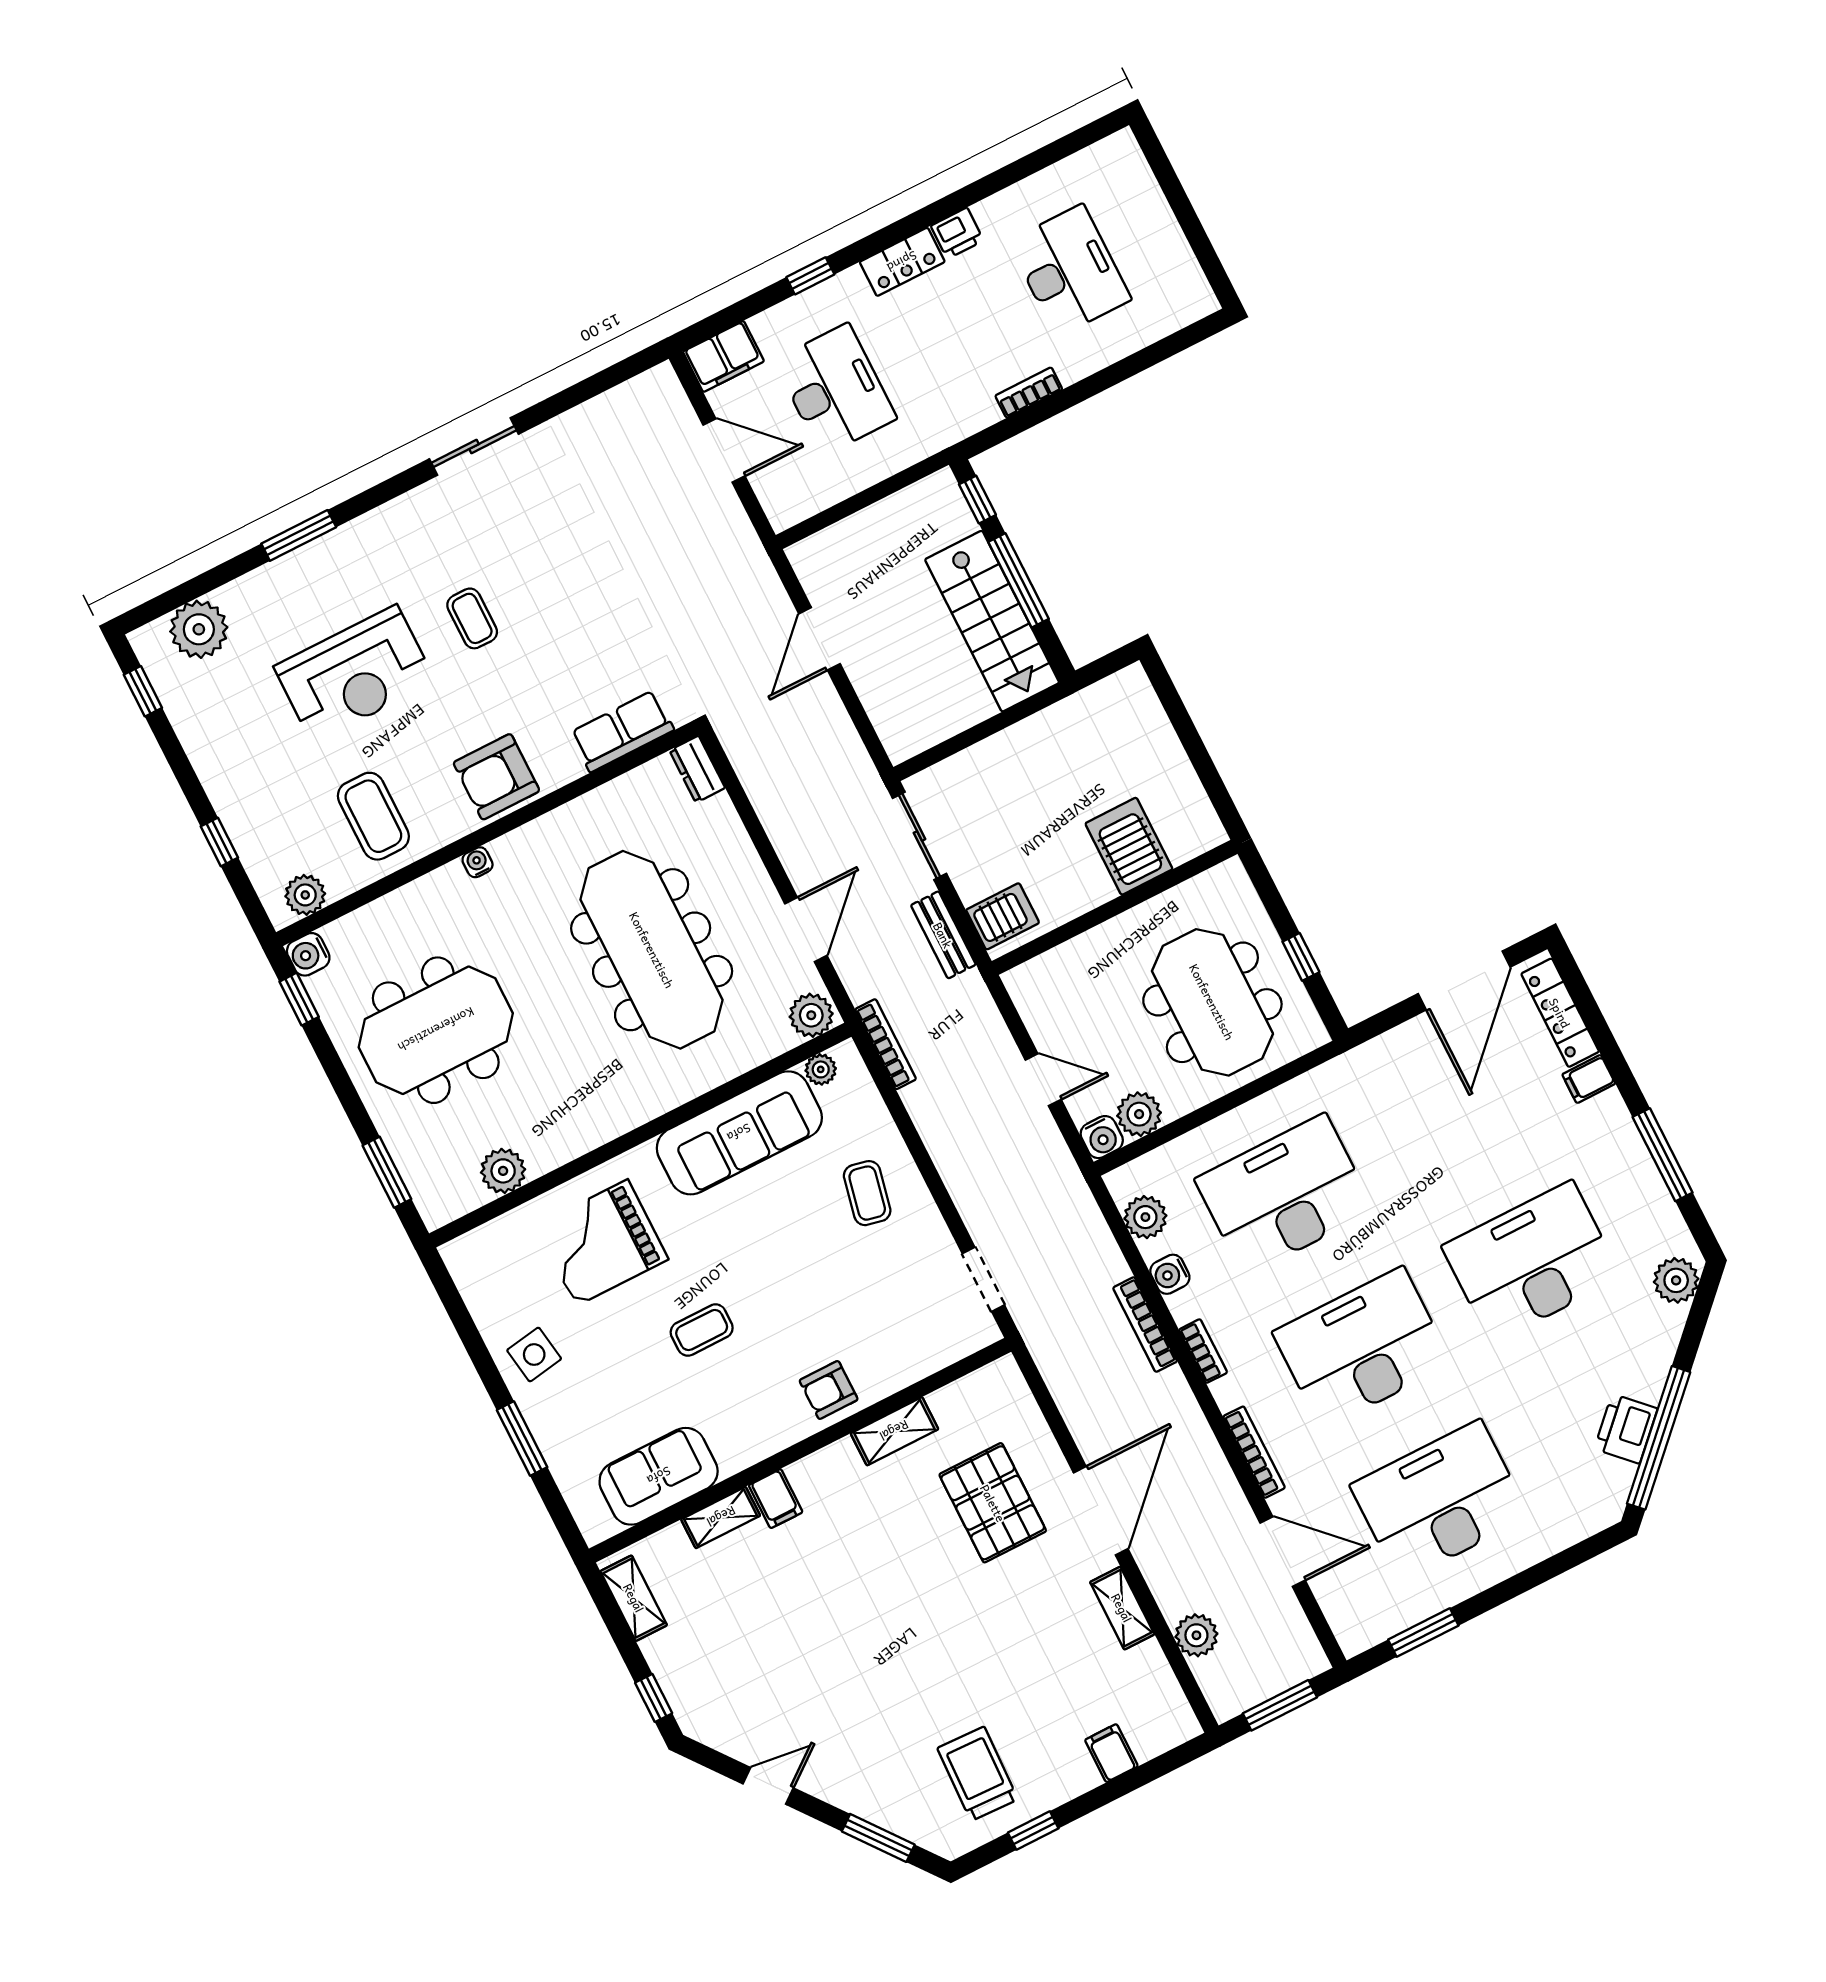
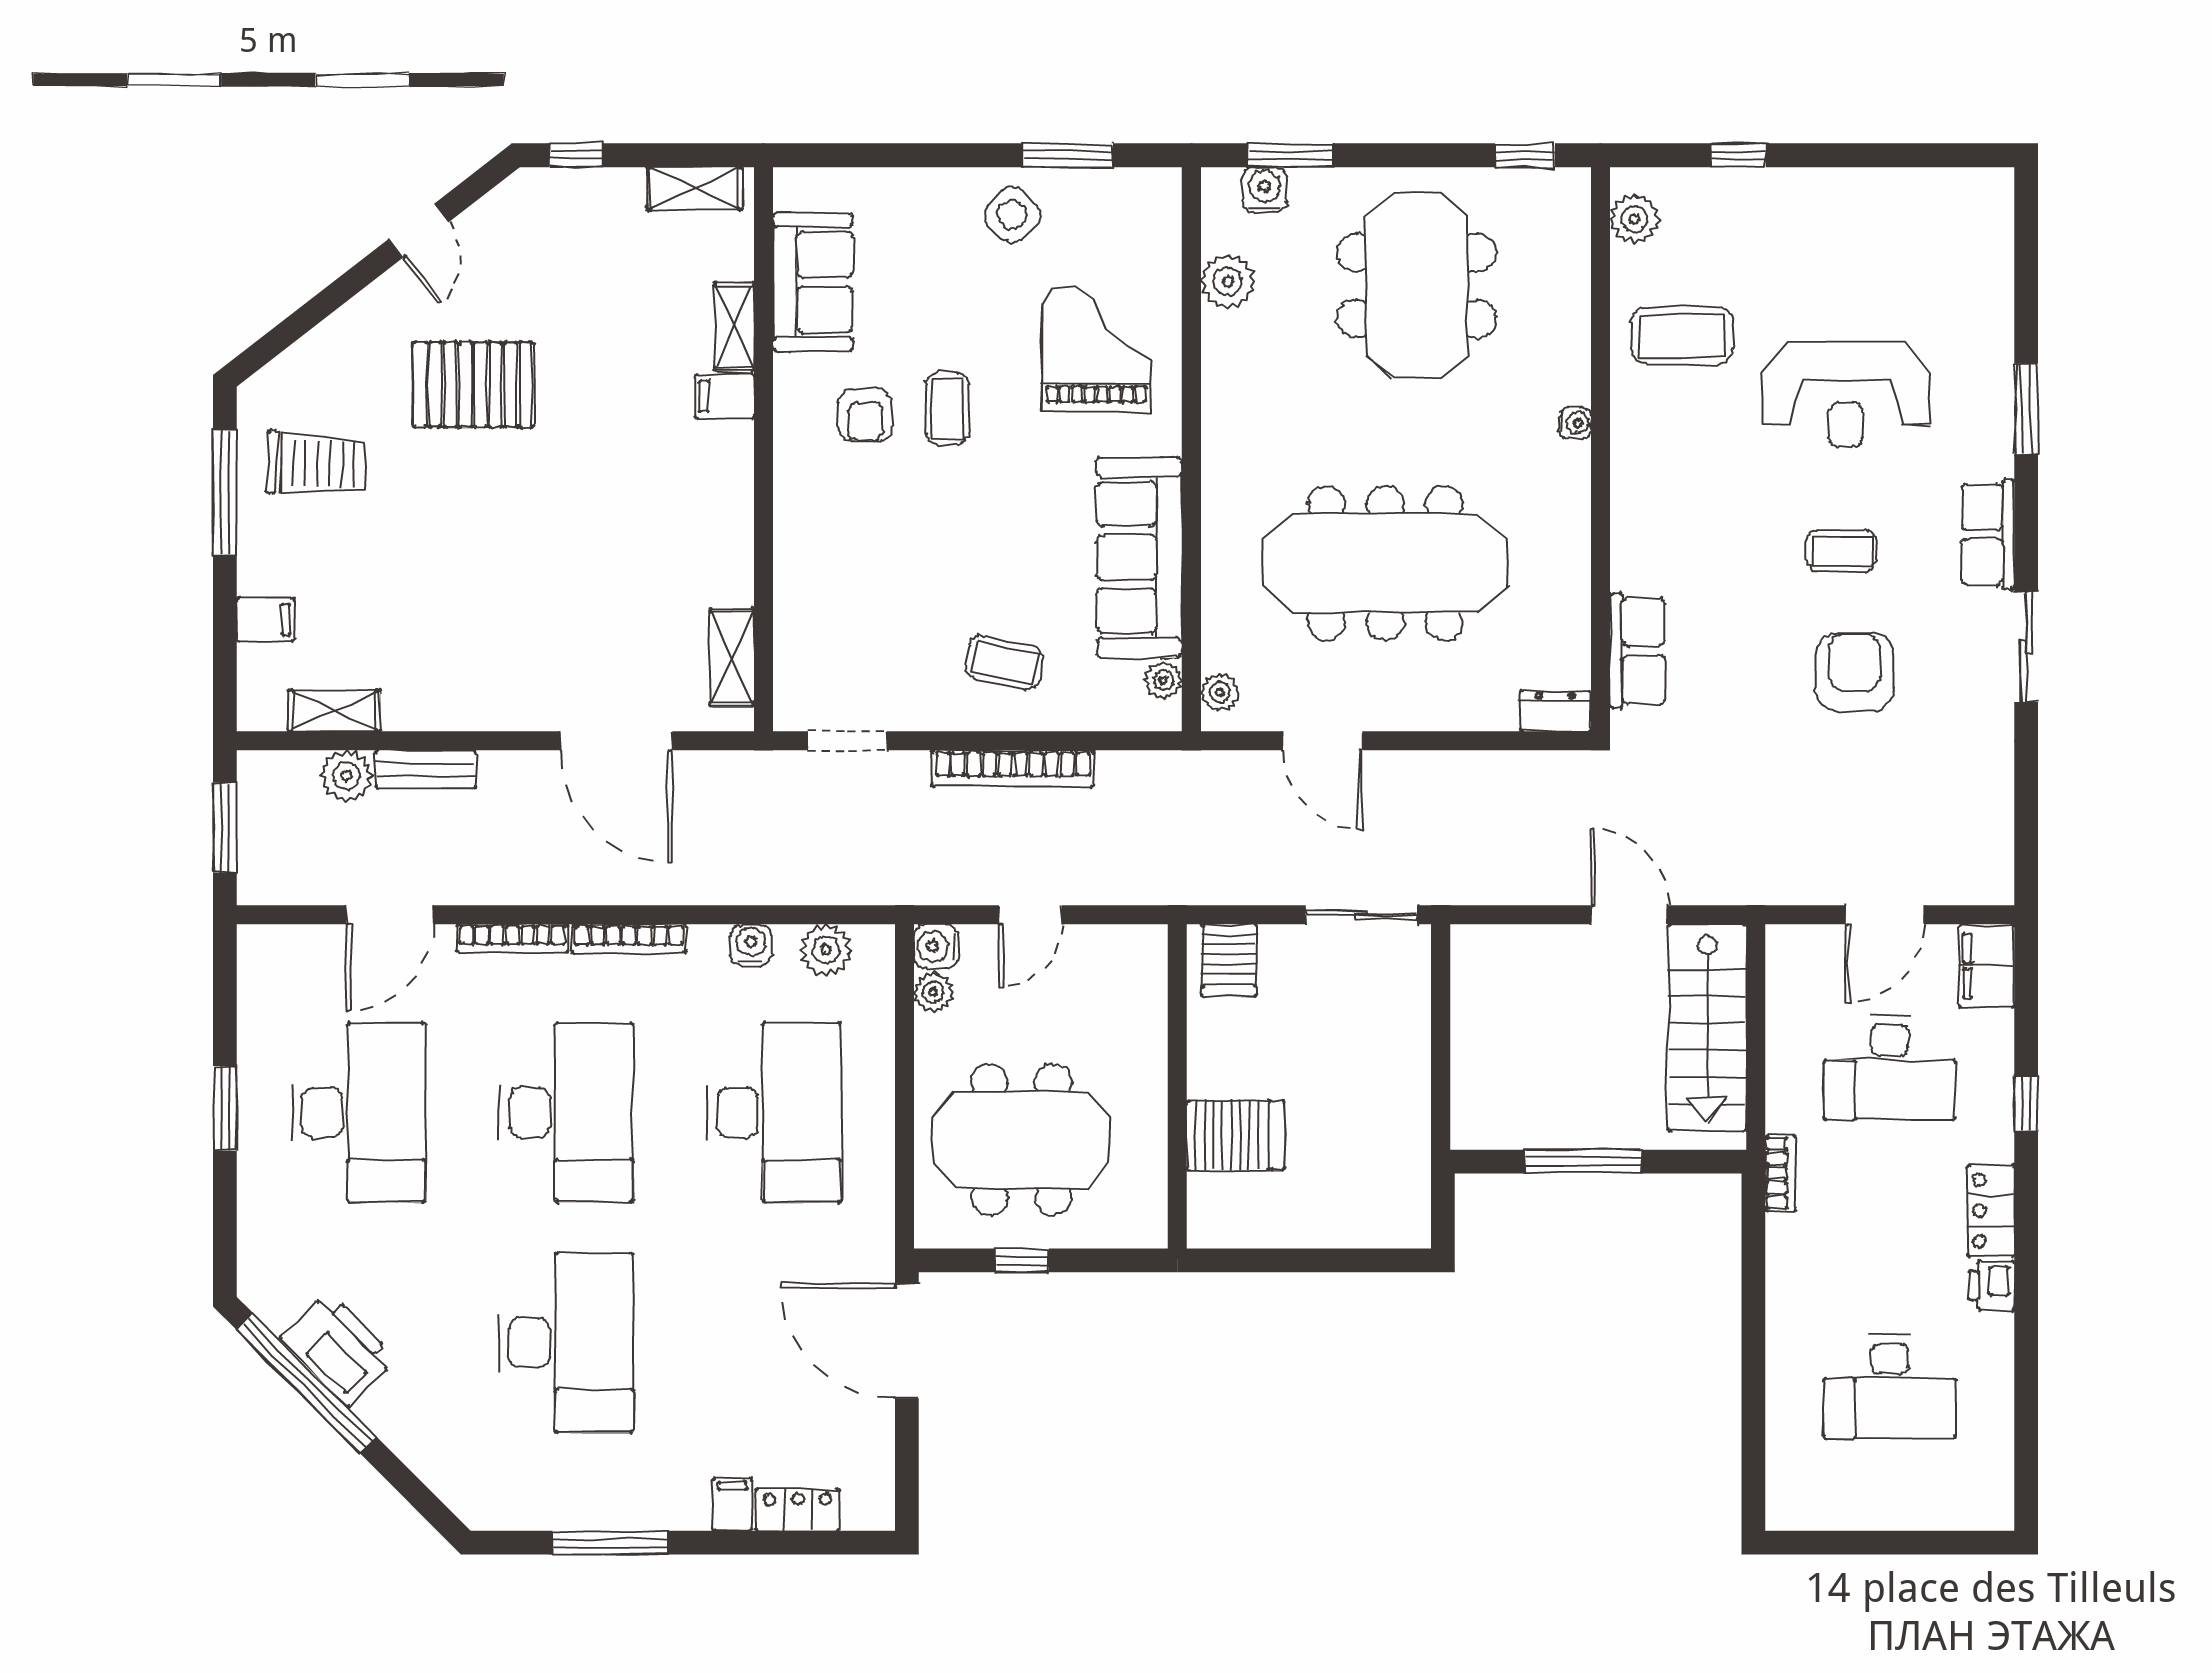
bookcase: (1029, 393) -> (1780, 1173), moved
window: (977, 500) -> (1693, 1162), removed
row of seats: (405, 517) -> (1988, 534), added
stairs: (992, 621) -> (1707, 1028), moved, turned -90
plant: (199, 629) -> (1979, 250), removed
reception desk: (355, 674) -> (1846, 393), turned -90
window: (143, 691) -> (1943, 155), removed
armchair: (496, 777) -> (1855, 672), moved
bench: (943, 935) -> (426, 769), moved
water cooler: (308, 954) -> (1265, 190), moved
door: (1464, 980) -> (907, 1341), moved
locker: (1560, 1013) -> (798, 1510), width x0.66
plant: (811, 1015) -> (1220, 692), width x0.73, depth x0.73
bookcase: (886, 1044) -> (1013, 769), moved, width x1.48, depth x1.31
plant: (1139, 1114) -> (933, 992), width x0.73, depth x0.73
plant: (1676, 1280) -> (467, 1488), removed
bookcase: (1145, 1325) -> (710, 891), removed
bookcase: (1203, 1351) -> (629, 939), width x1.56
side table: (534, 1355) -> (1012, 214), turned -37
armchair: (829, 1390) -> (865, 415), moved, turned 180
printer: (1626, 1429) -> (338, 1349), width x1.37, depth x1.19
shelving: (894, 1431) -> (732, 657), moved
window: (522, 1439) -> (1068, 155), moved
pallet: (993, 1503) -> (473, 385), moved
door: (1101, 1511) -> (616, 741), moved
shelving: (1122, 1608) -> (334, 711), moved
window: (1423, 1633) -> (225, 1108), moved
window: (1033, 1831) -> (225, 493), width x2.17
window: (878, 1838) -> (302, 321), removed

